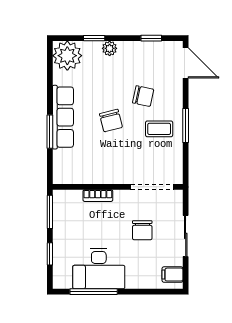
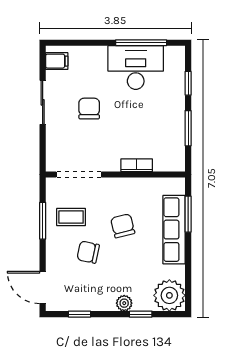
wall: (118, 187) -> (115, 174), moved
doorway: (152, 187) -> (79, 174), moved
bookcase: (98, 196) -> (137, 165), moved

